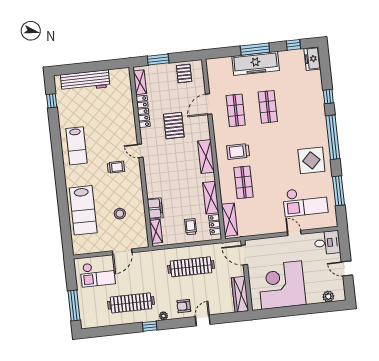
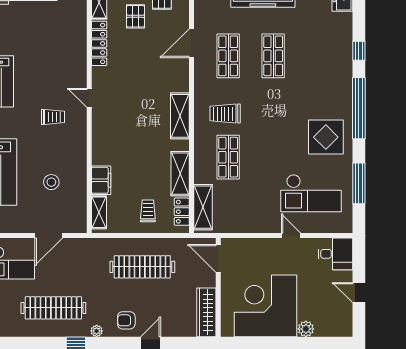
pallet: (174, 126) -> (136, 16), moved, width x0.67, depth x0.71
plant: (328, 297) -> (306, 329), moved

